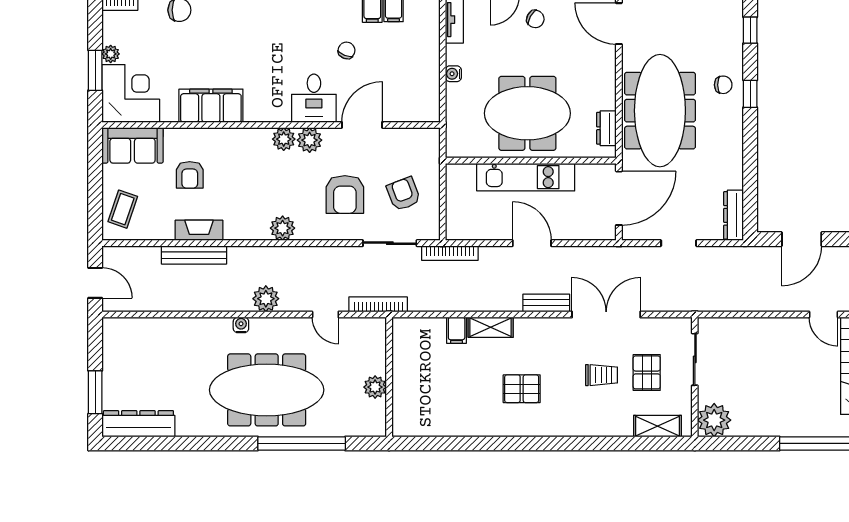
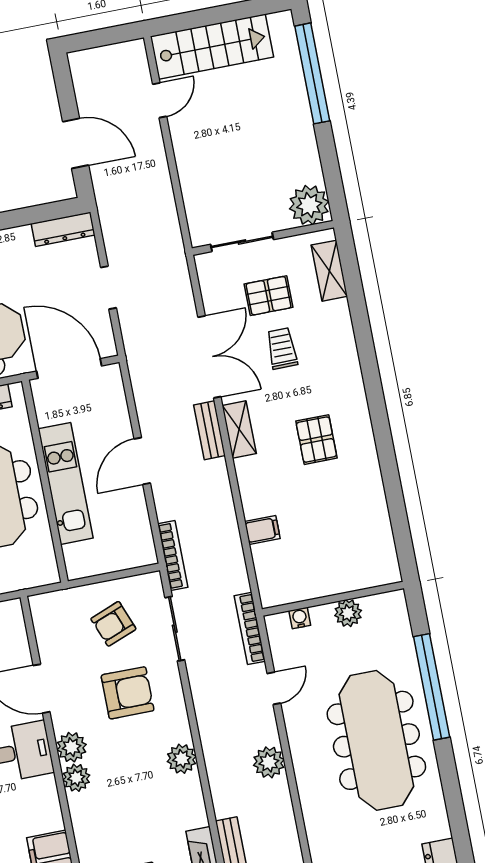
double door: (606, 315) -> (209, 357), swing flipped
water cooler: (241, 325) -> (300, 618), moved, turned 90
shelving: (491, 327) -> (239, 429), moved

